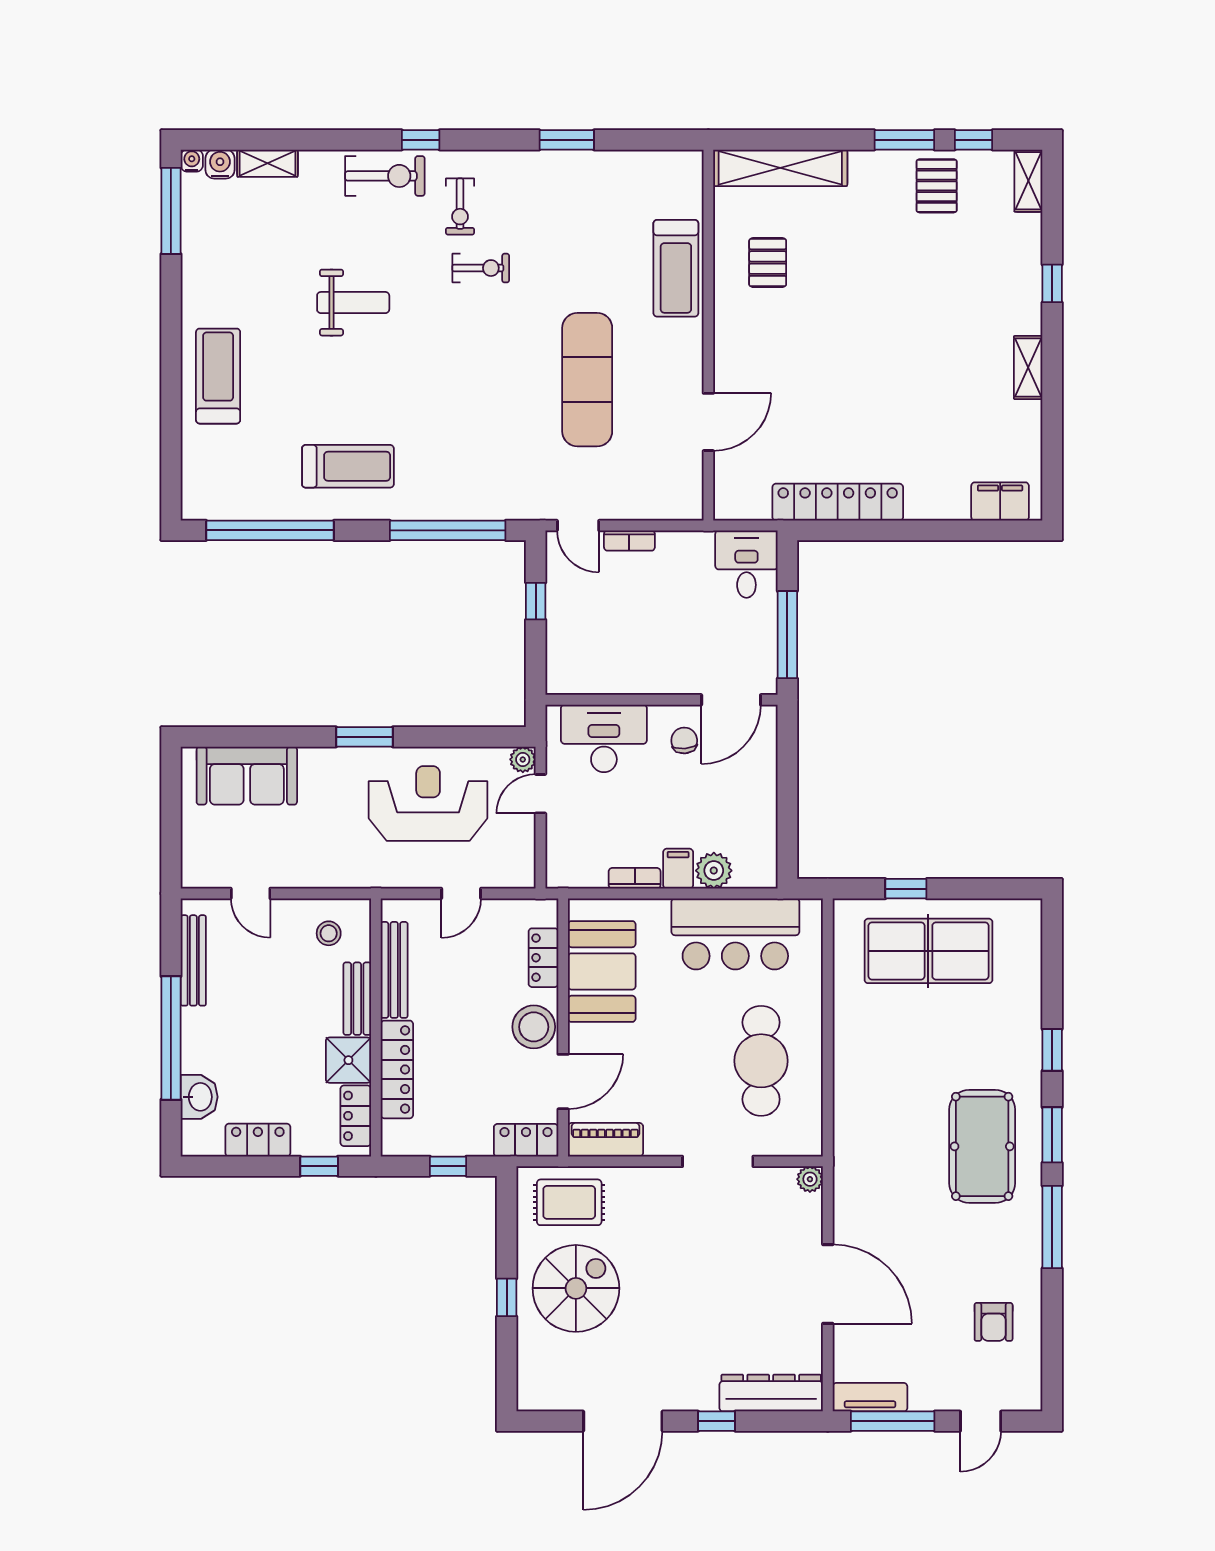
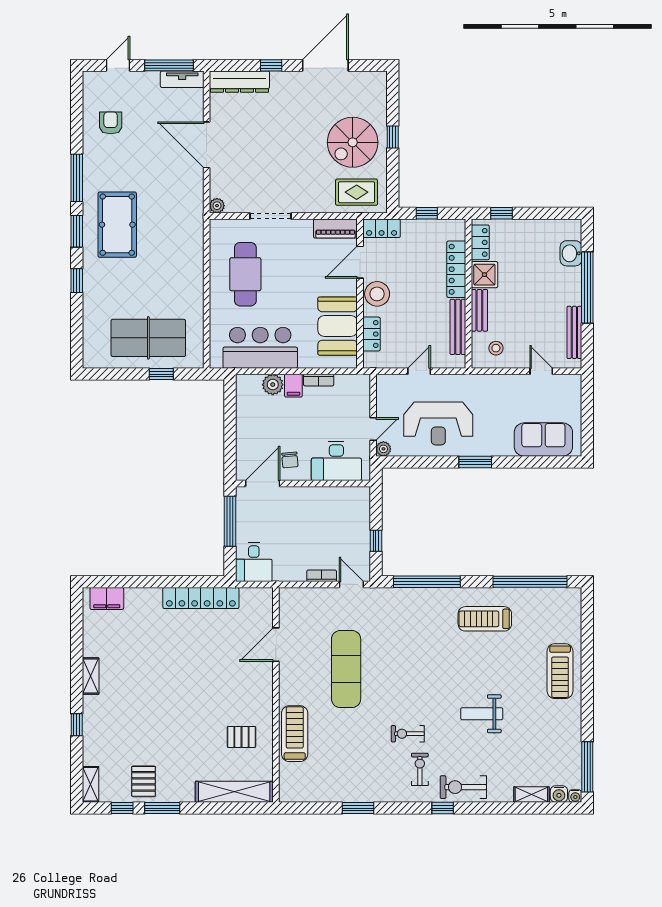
pallet: (768, 263) -> (241, 737), turned 90
locker: (258, 1140) -> (537, 228), removed

